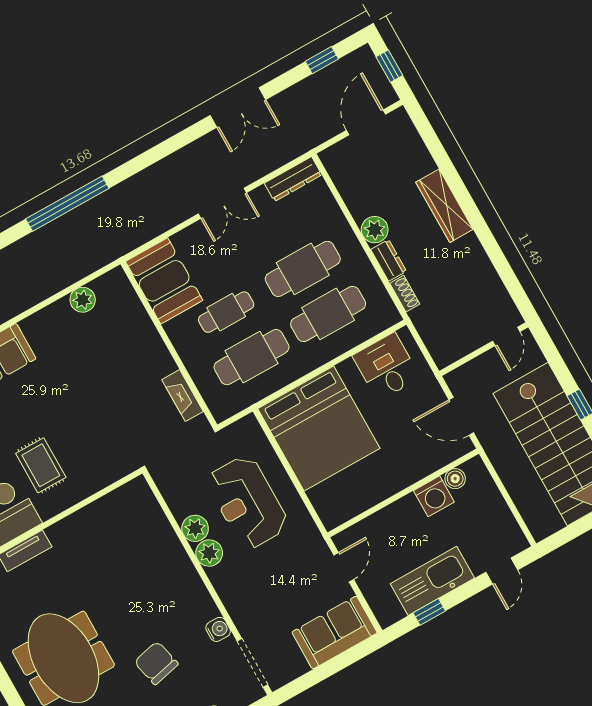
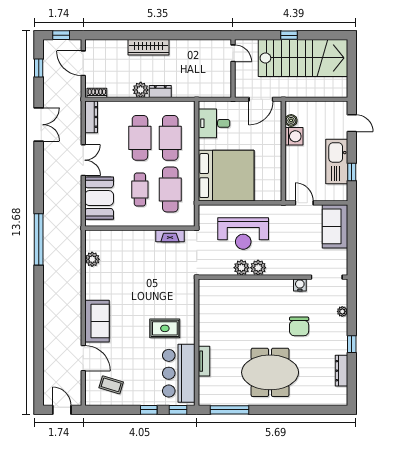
booth: (164, 281) -> (99, 198), moved, turned 90
shoe rack: (405, 294) -> (97, 93), moved
chair: (156, 663) -> (299, 326), turned -77

